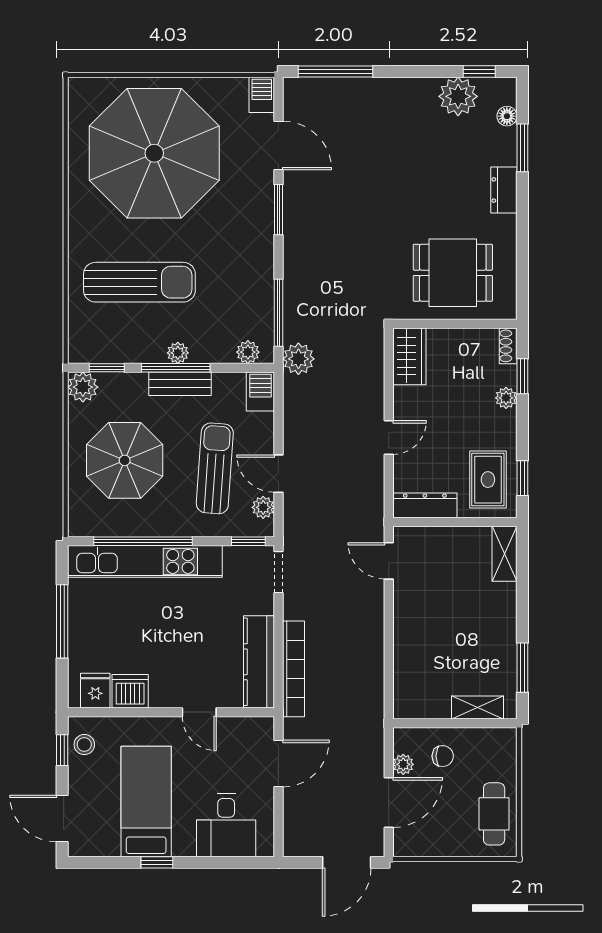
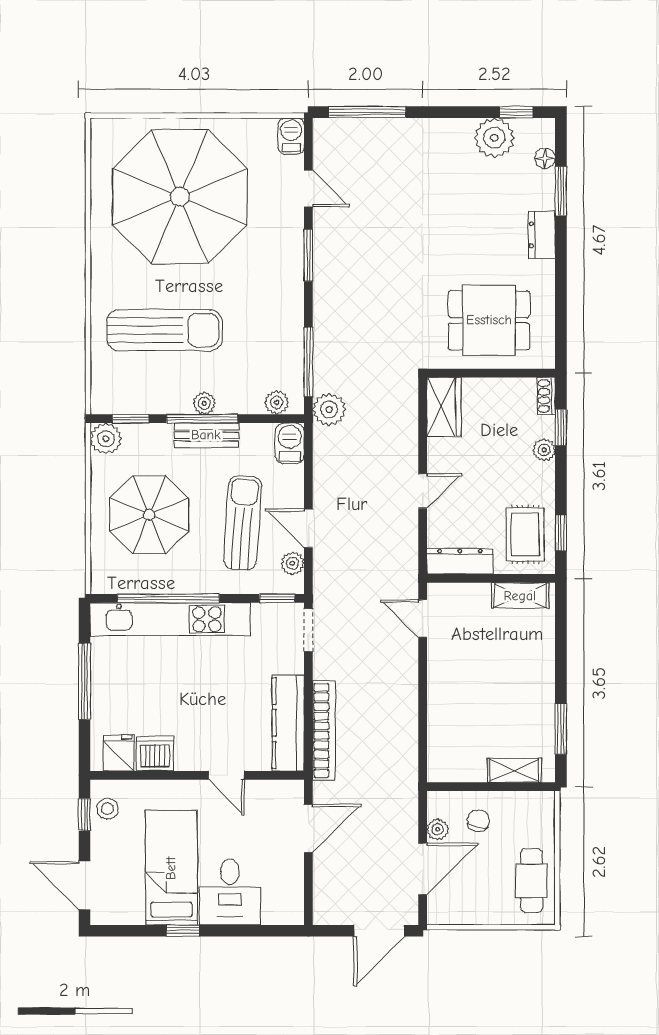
door: (278, 145) -> (308, 189), width x0.73
shelving: (504, 554) -> (520, 596), moved, turned 90
chair: (443, 756) -> (478, 821), turned -78
desk: (226, 825) -> (230, 892), moved

